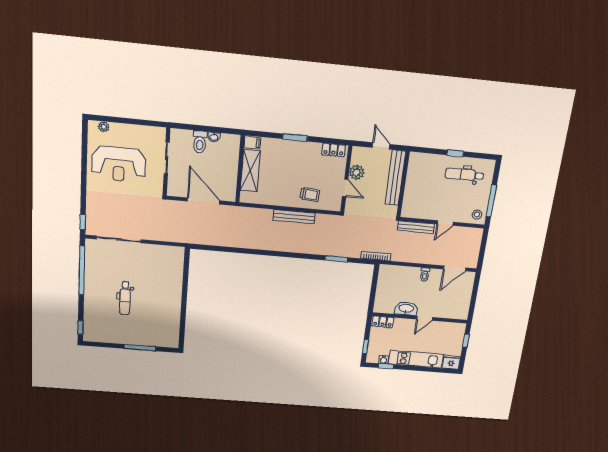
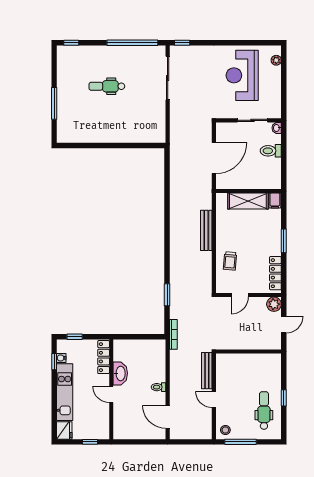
washbasin: (214, 137) -> (277, 128), moved
locker: (334, 150) -> (275, 273), width x1.53
plant: (357, 172) -> (274, 304), moved
bench: (395, 178) -> (254, 343), removed
bench: (294, 217) -> (206, 230), moved
locker: (383, 322) -> (104, 357), width x1.53

